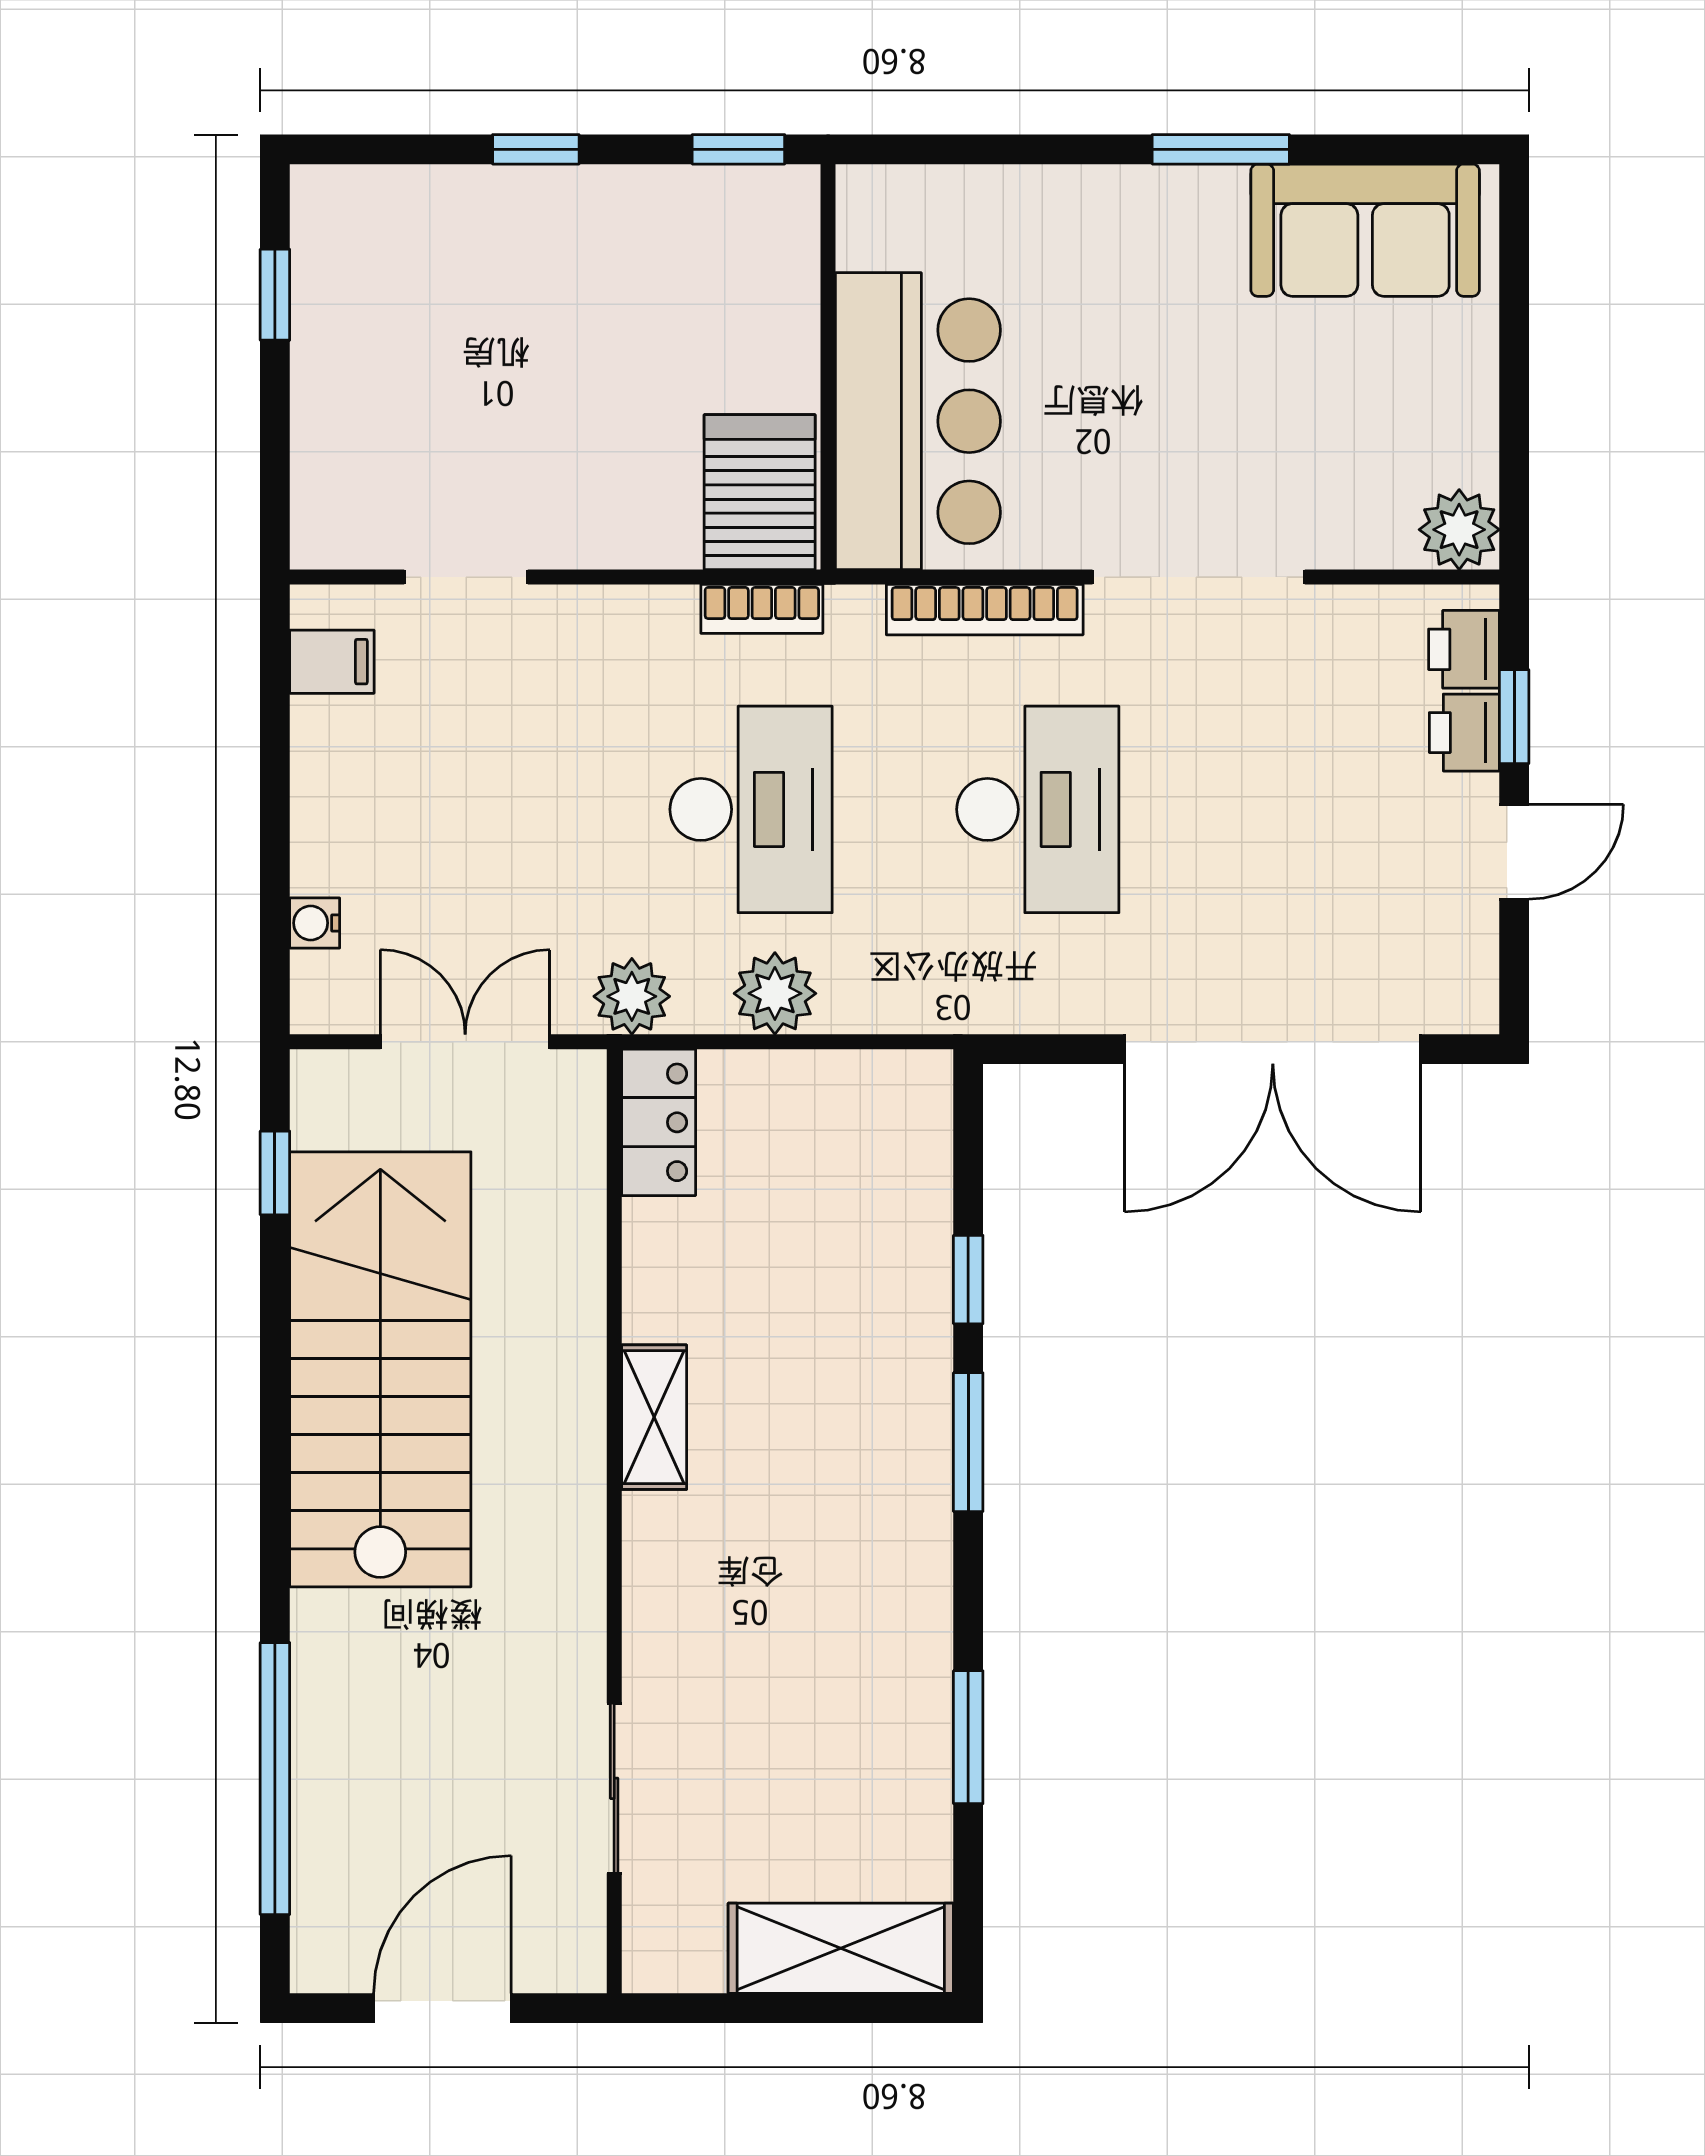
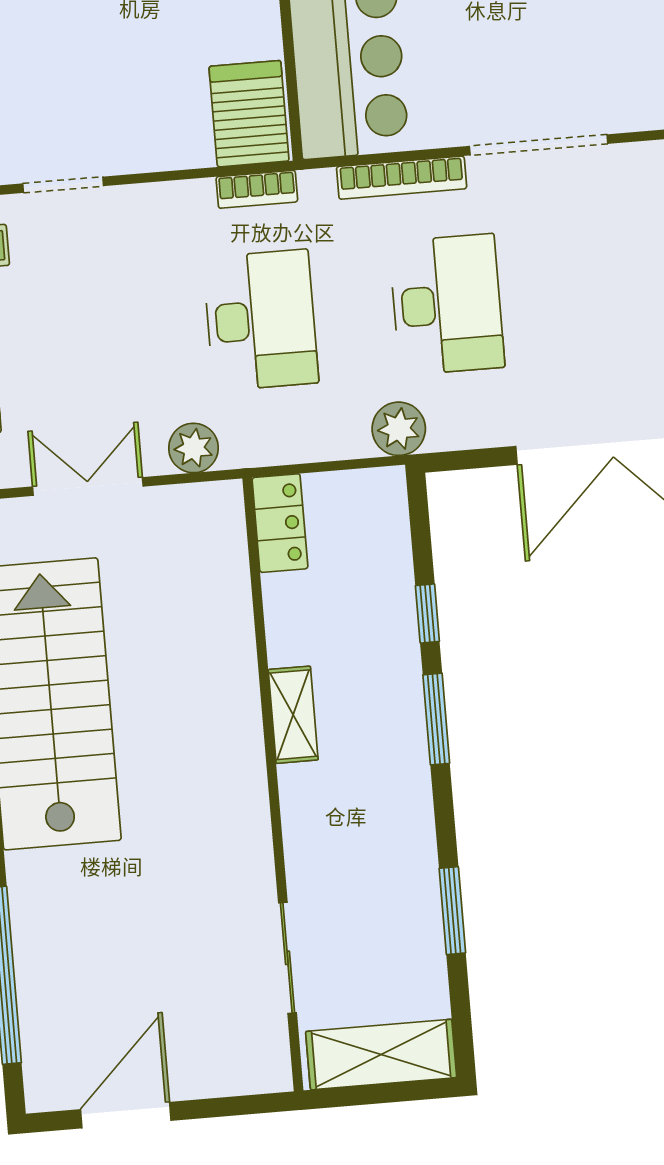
plant: (775, 993) -> (399, 429), moved
locker: (659, 1122) -> (280, 523), moved
shelving: (654, 1417) -> (293, 715), moved
wall: (614, 1521) -> (273, 784), moved
sliding door: (614, 1788) -> (288, 958), moved

